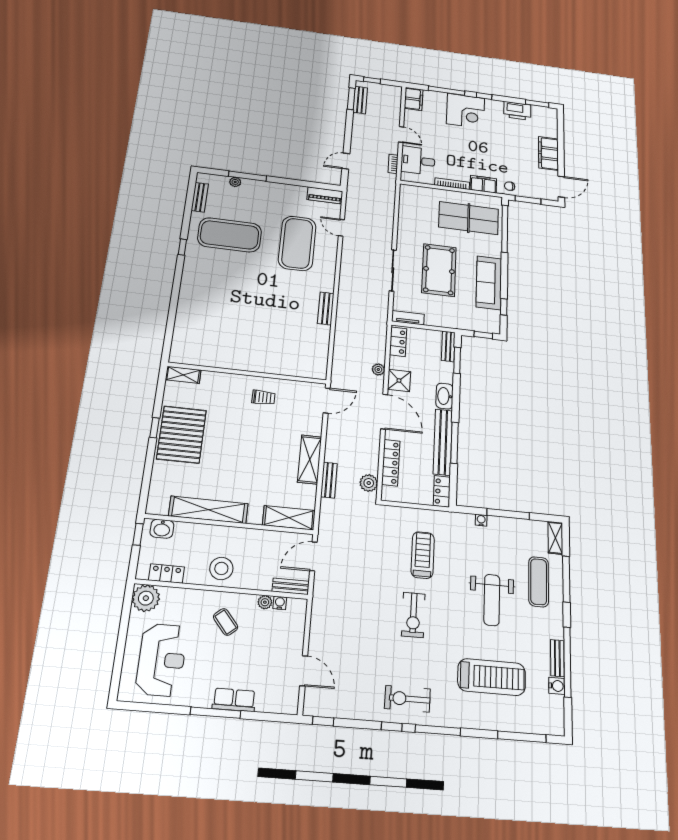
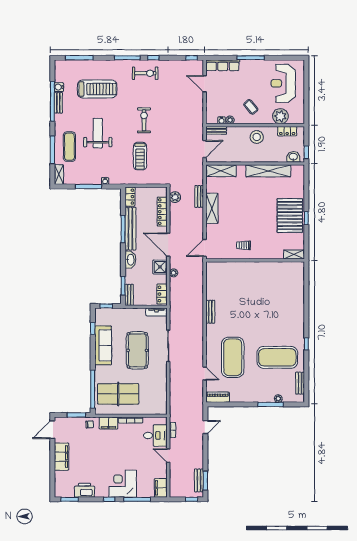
plant: (146, 598) -> (280, 116), moved
treadmill: (492, 677) -> (97, 89), turned 180
row of seats: (234, 700) -> (223, 65), moved, width x1.48

